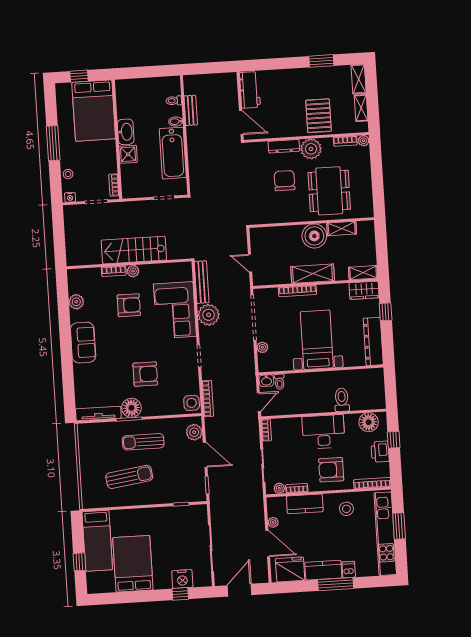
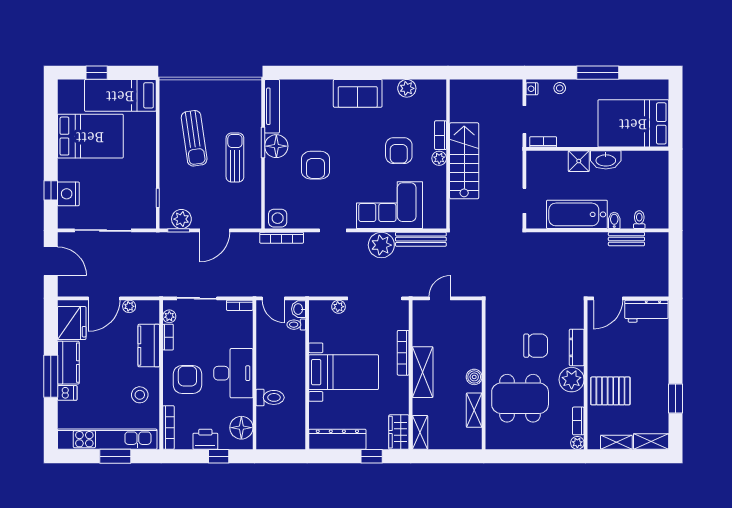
window: (79, 76) -> (676, 109), removed
boiler: (314, 236) -> (474, 377), width x0.54, depth x0.54
plant: (194, 432) -> (181, 219), moved

